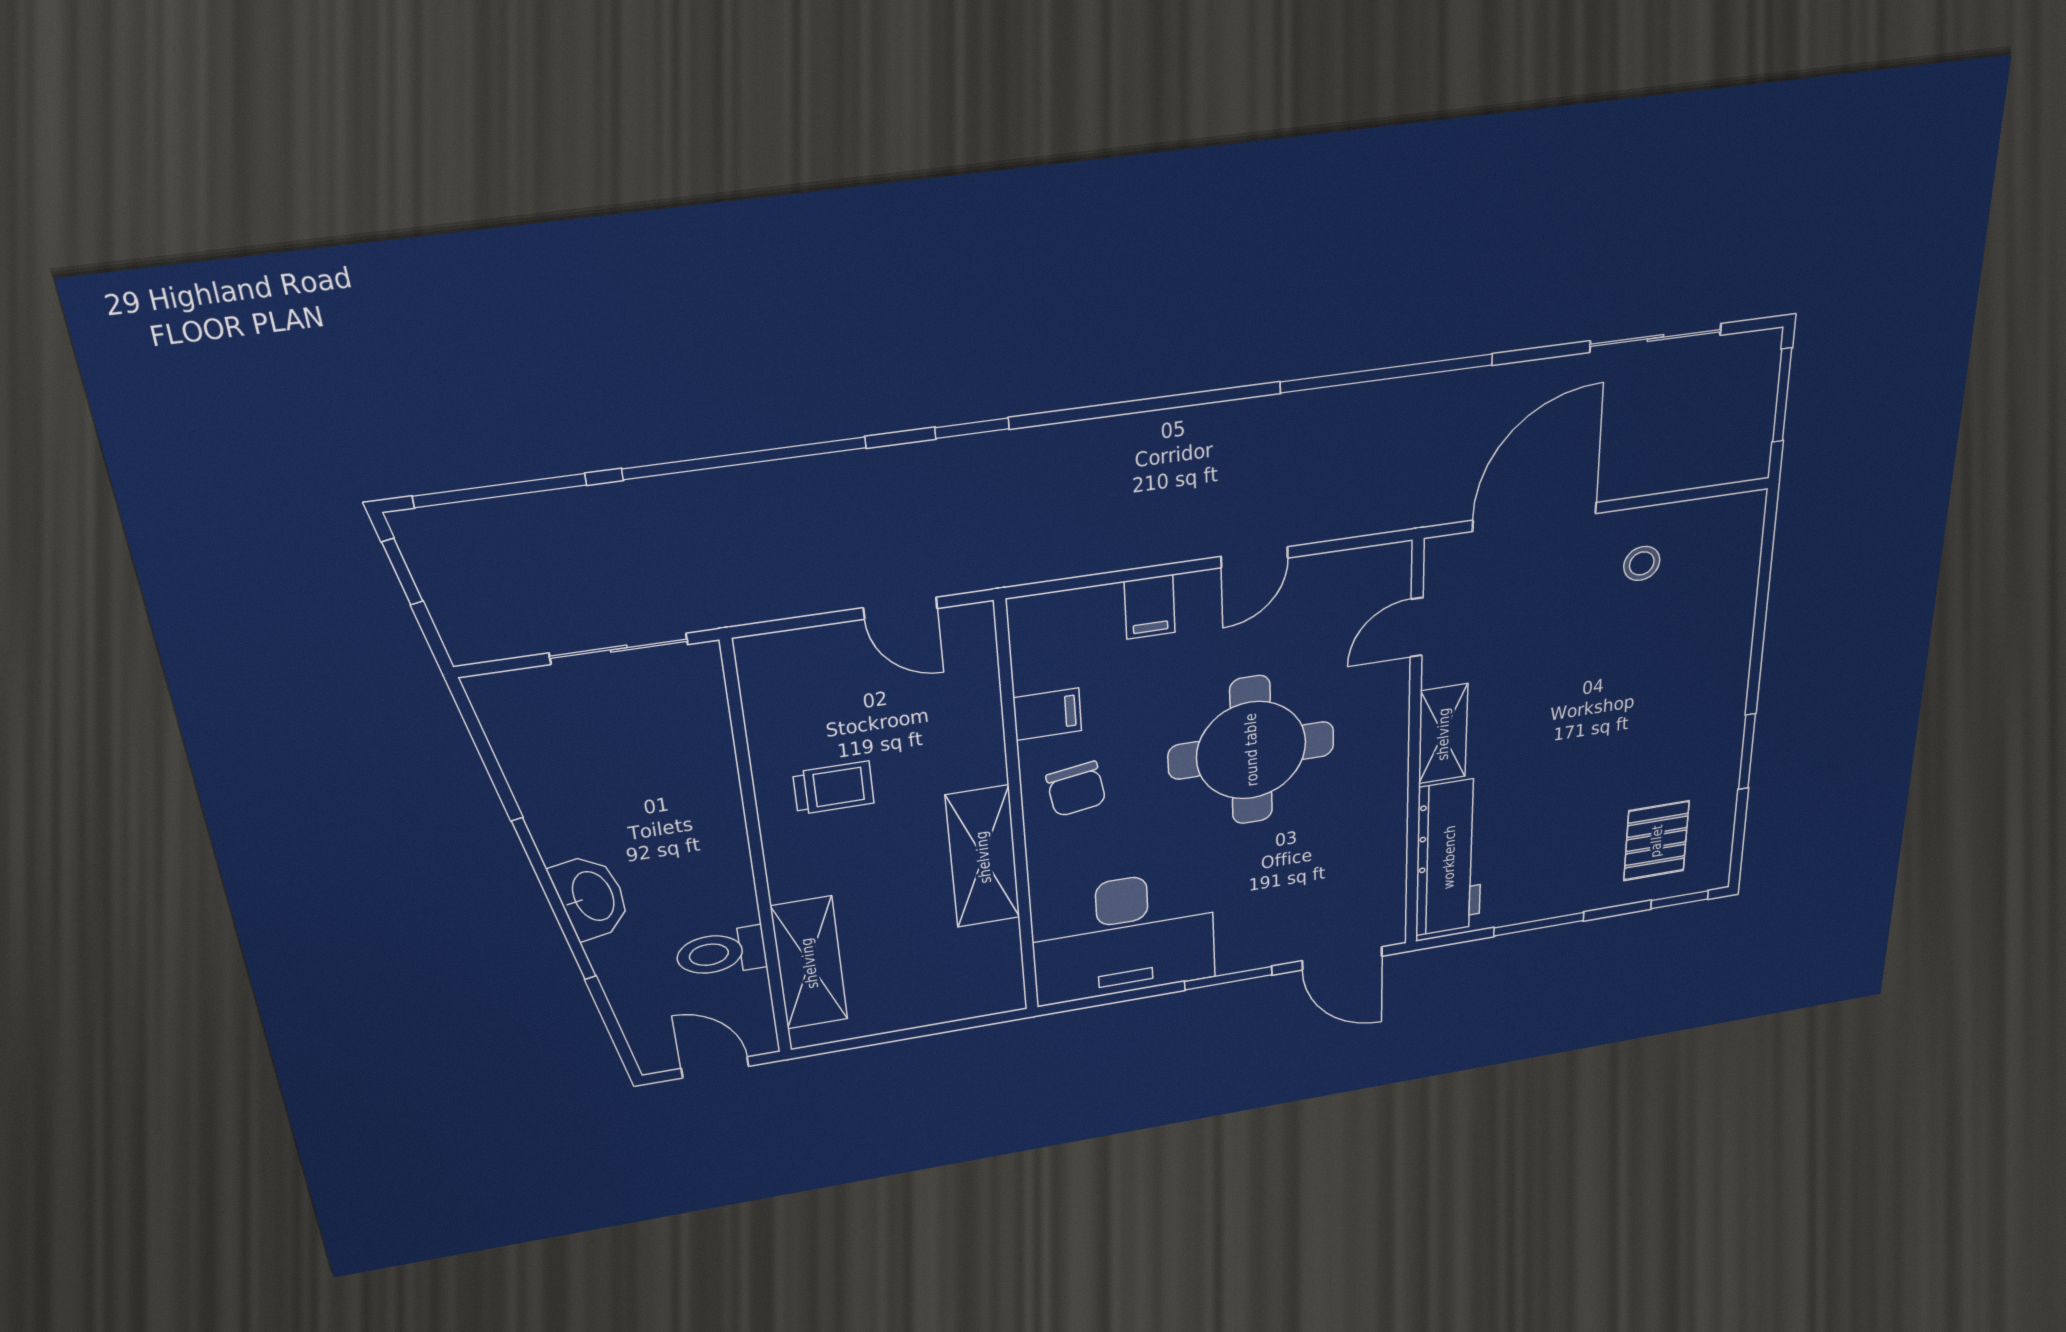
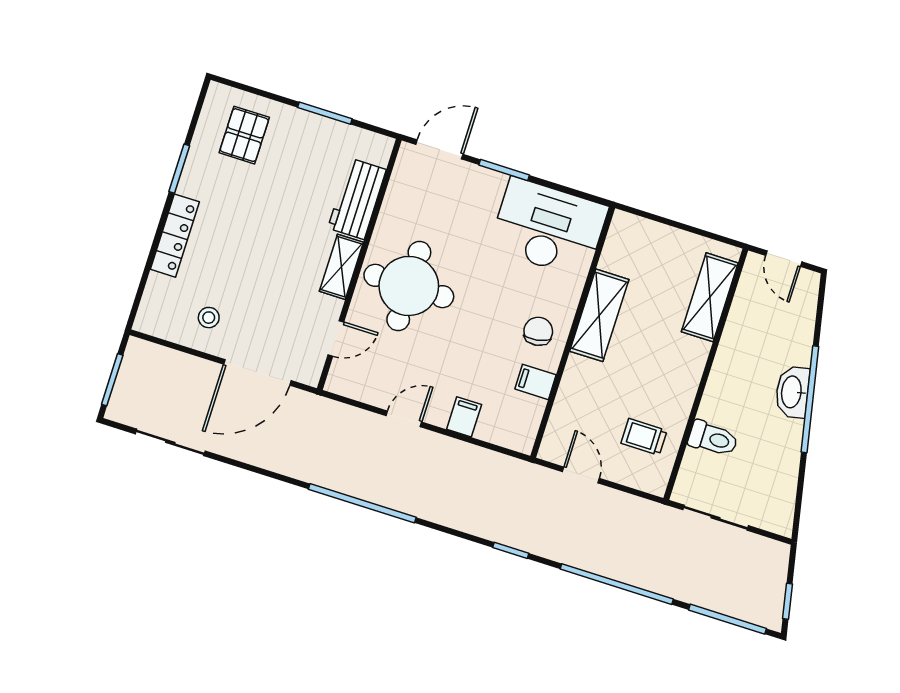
window: (1387, 373) -> (362, 503), moved
locker: (1730, 657) -> (175, 236), added
round table: (1251, 750) -> (409, 286), moved
trolley: (834, 788) -> (644, 437), moved
workbench: (1449, 857) -> (357, 199), width x0.73
window: (1680, 900) -> (241, 86), removed
toilet: (721, 953) -> (713, 439), moved
door: (1342, 958) -> (439, 149), hinge flipped

